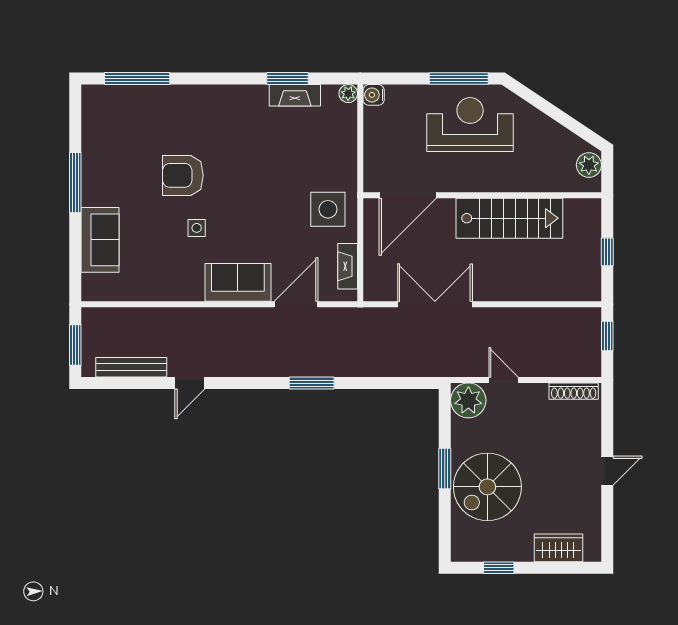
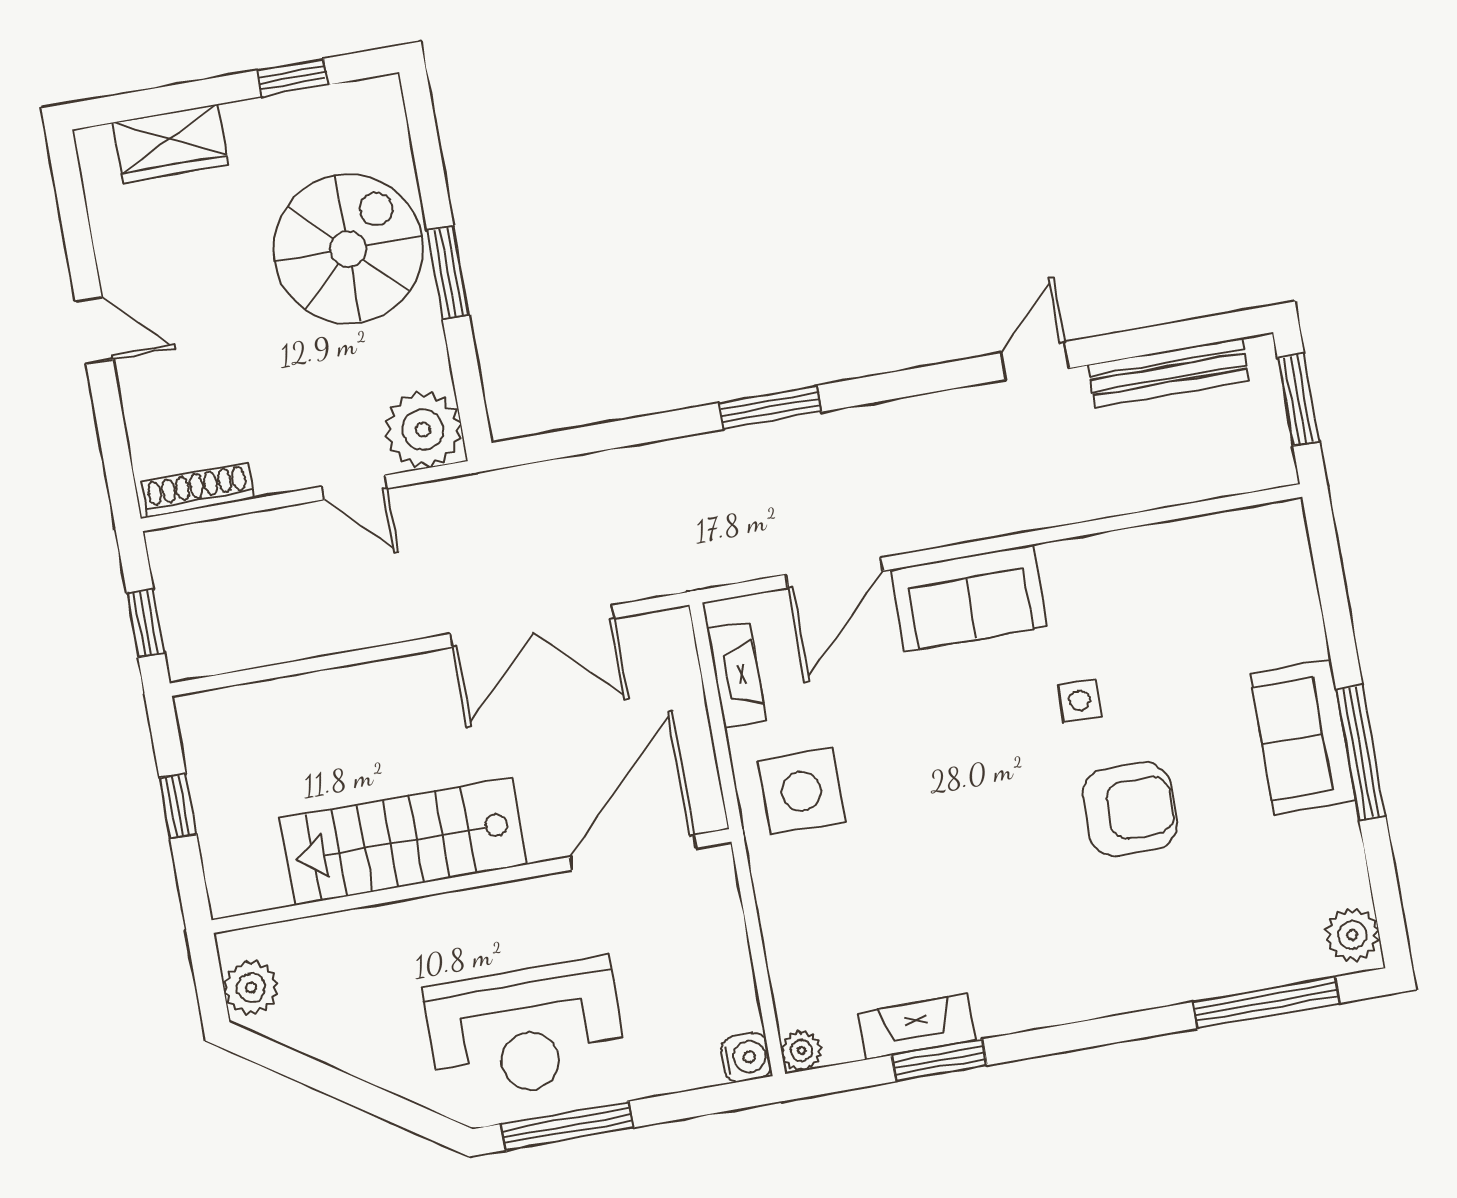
plant: (93, 102) -> (1352, 935), added
sofa: (100, 240) -> (1303, 737), moved
door: (607, 471) -> (94, 330), swing flipped

